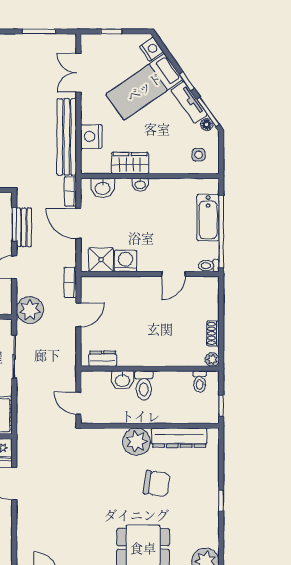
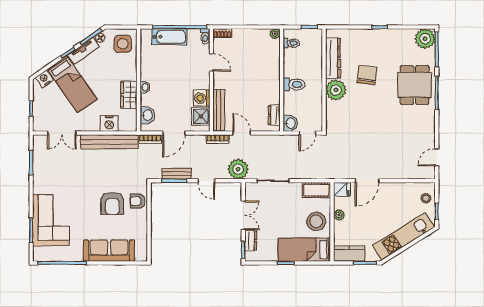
side table: (198, 155) -> (123, 44), width x1.87, depth x1.87
bench: (110, 284) -> (219, 110), added
shoe rack: (213, 333) -> (222, 33), moved
washbasin: (122, 380) -> (290, 123), moved

